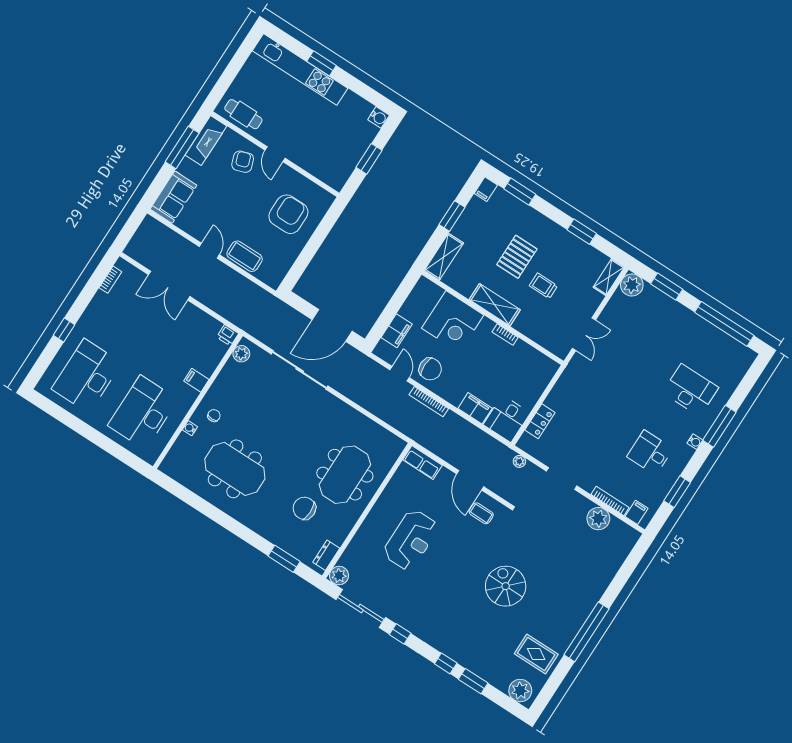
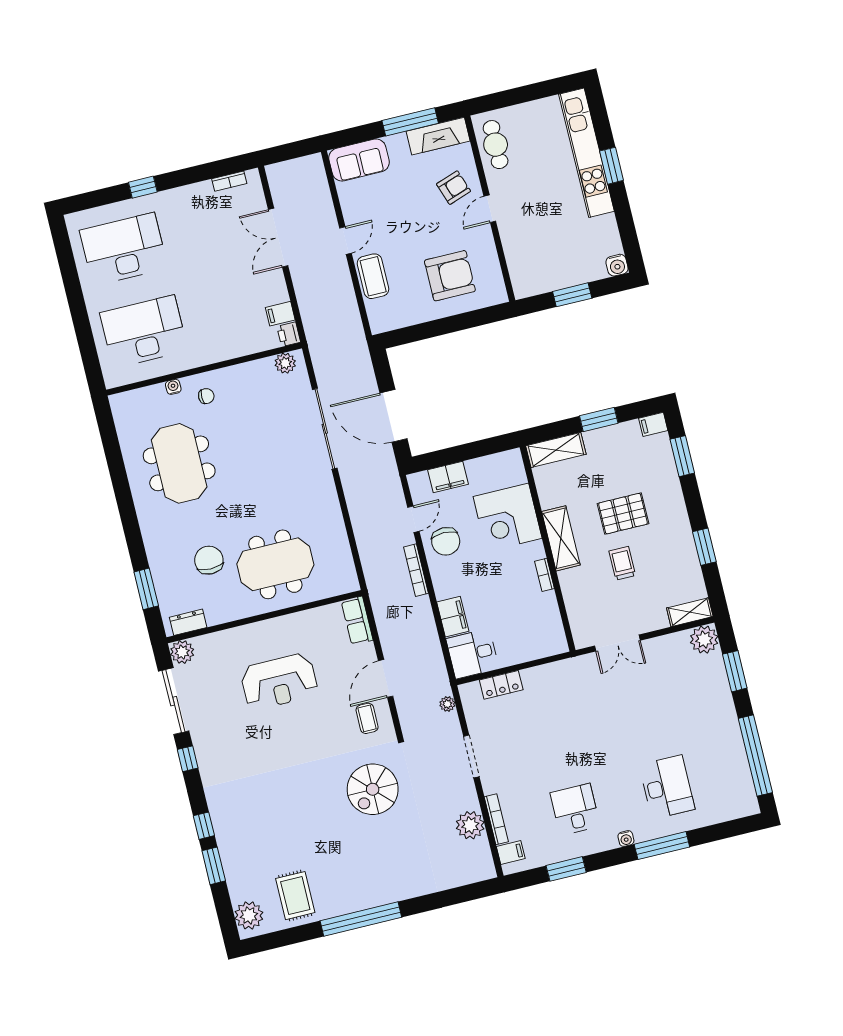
filing cabinet: (196, 380) -> (280, 314), moved, turned -90
spiral stairs: (506, 586) -> (373, 789), moved, turned 180

